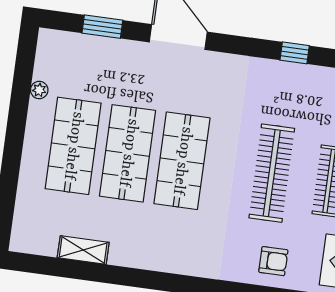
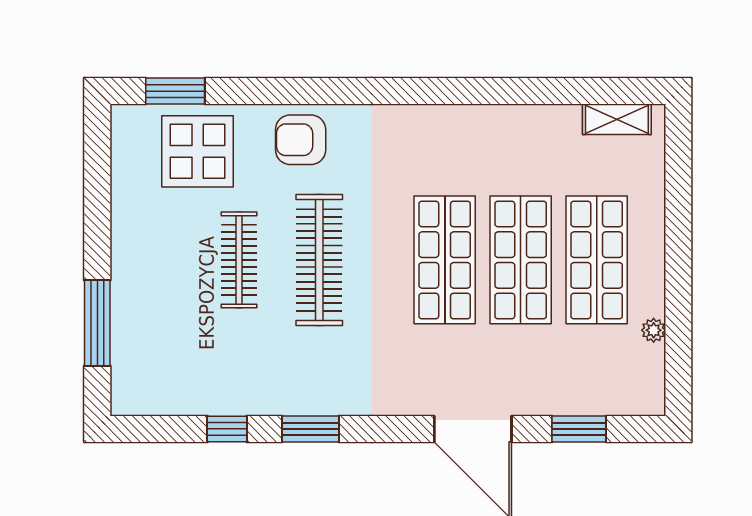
window: (295, 53) -> (310, 429), width x1.50
shelving: (83, 250) -> (617, 119), moved
armchair: (273, 261) -> (301, 140), width x1.38, depth x1.38

